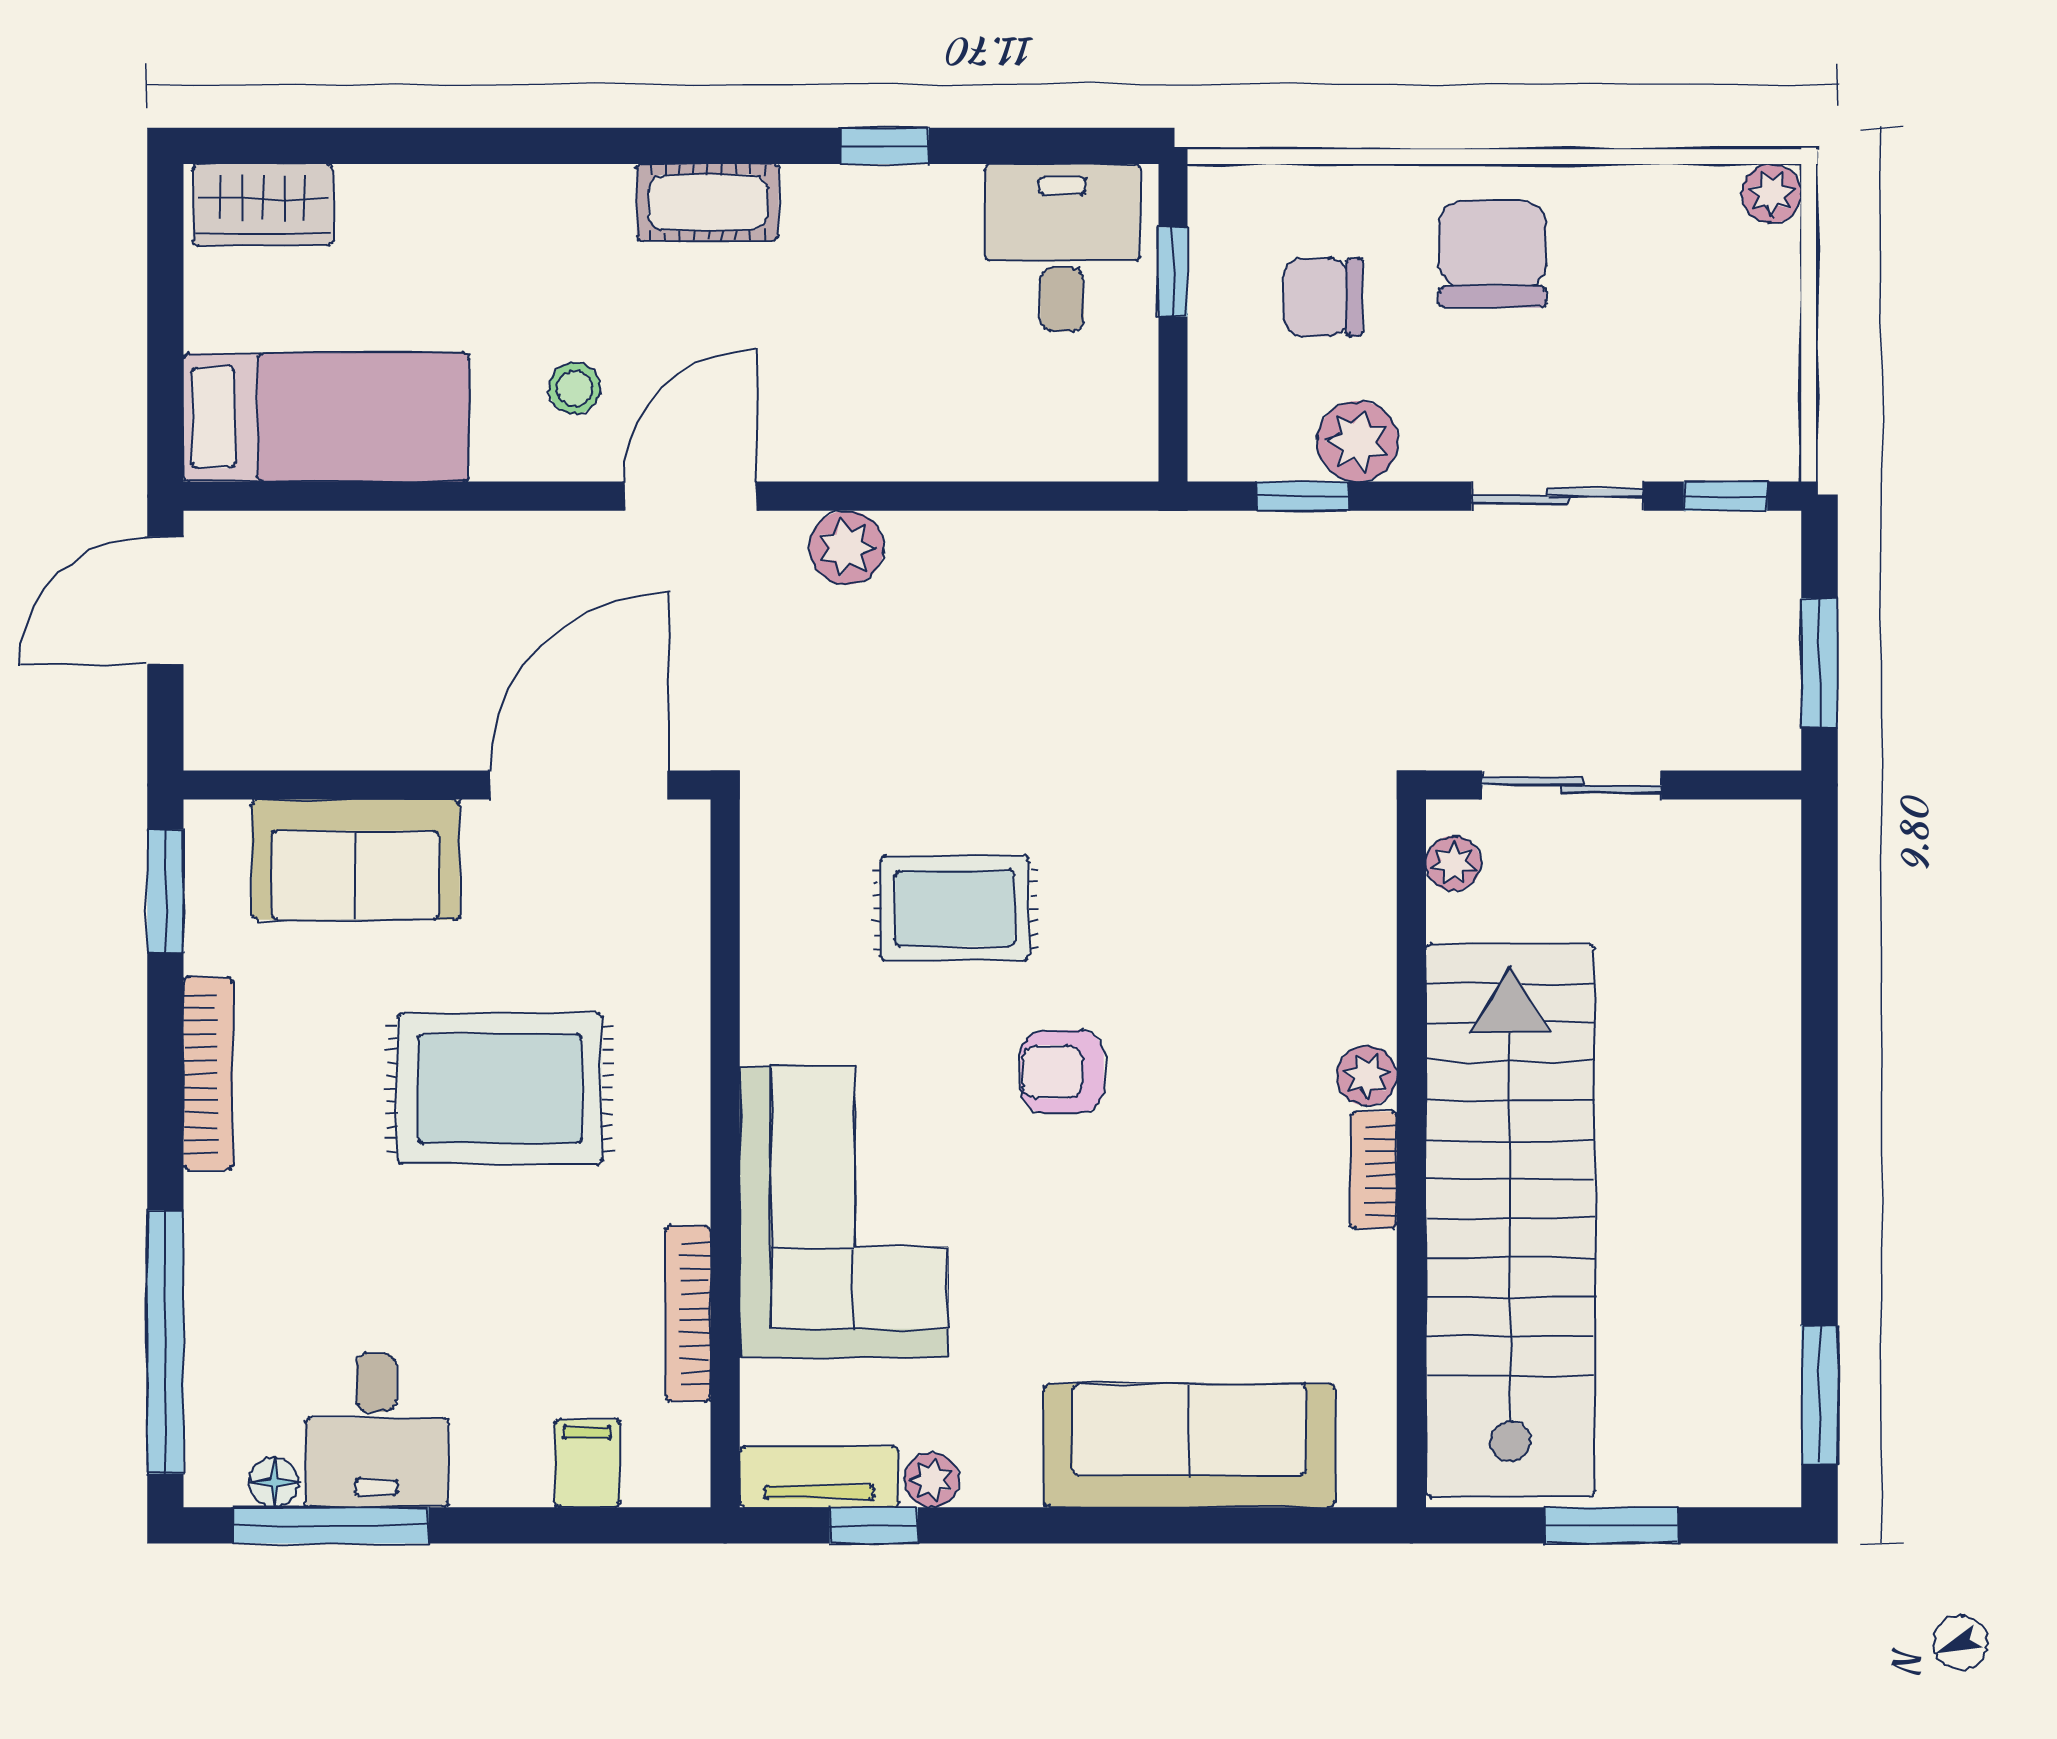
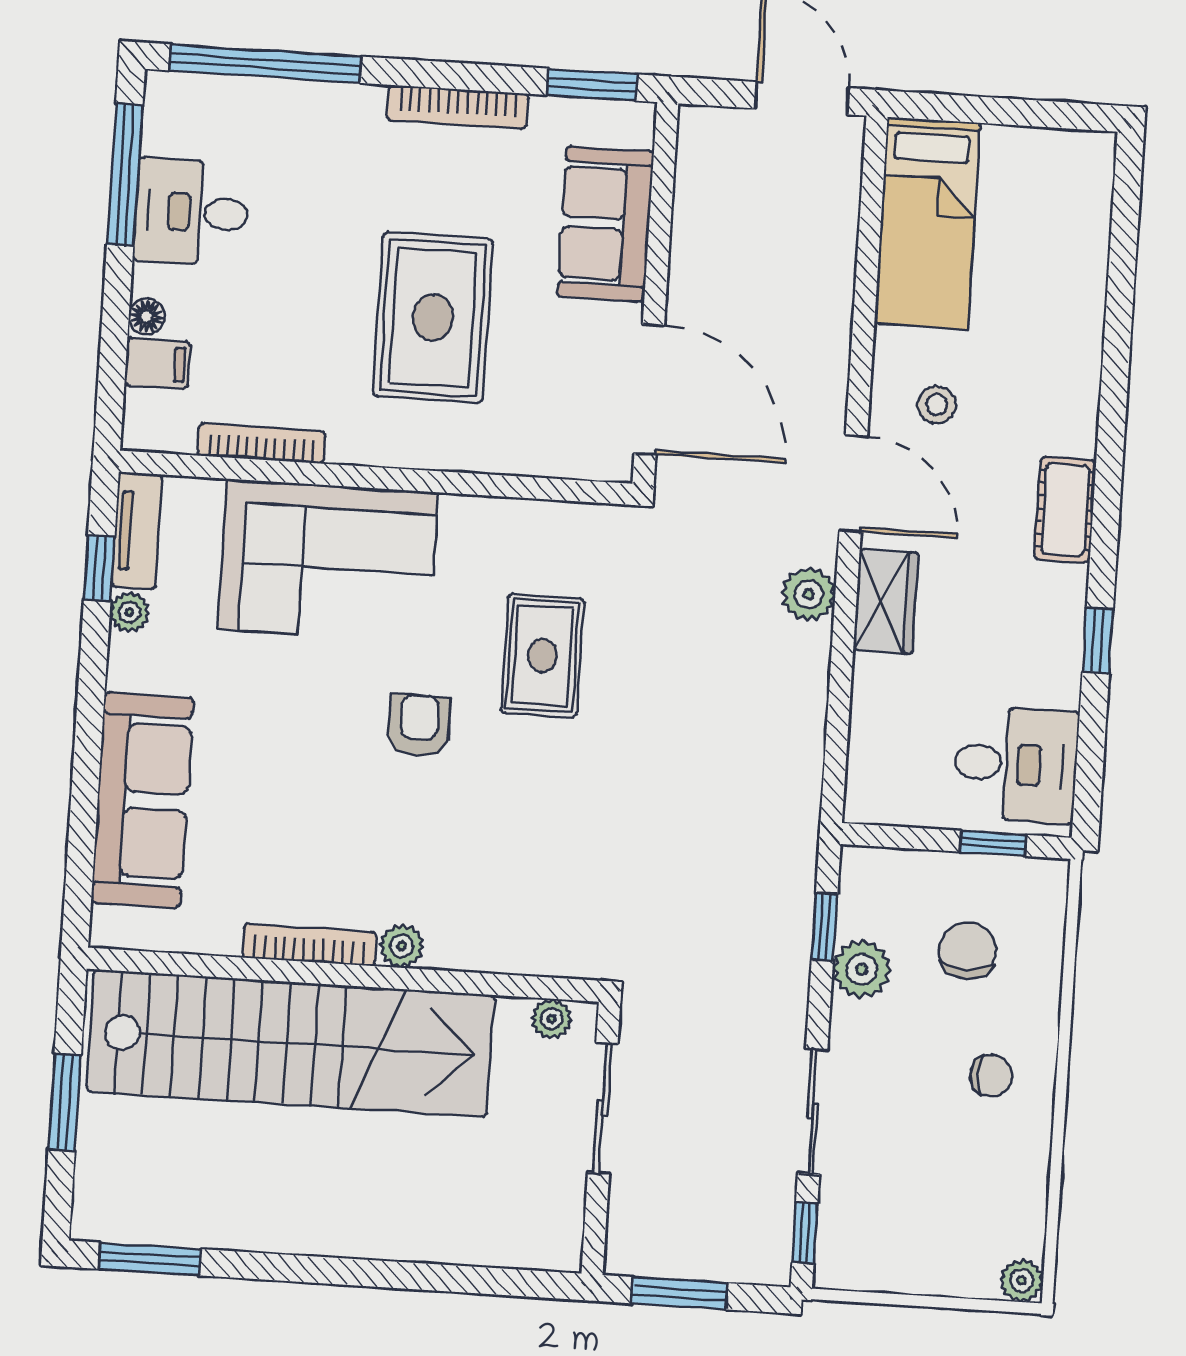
wardrobe: (263, 205) -> (886, 601), moved, turned 180
chair: (1492, 254) -> (991, 1075), width x0.54, depth x0.54
bookcase: (1373, 1170) -> (309, 945), width x1.56
floor lamp: (274, 1482) -> (147, 316), moved

